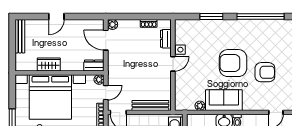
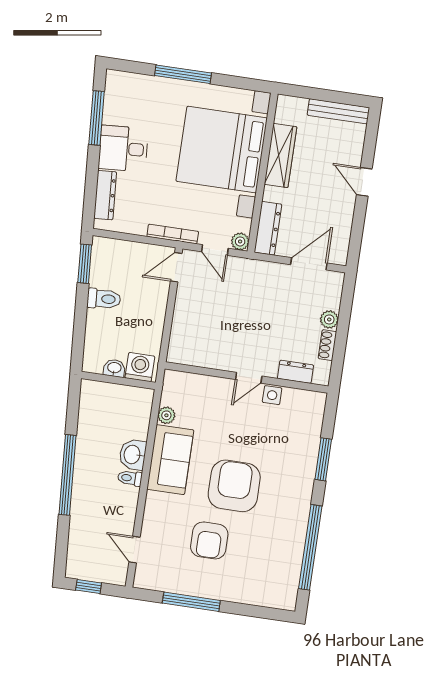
plant: (113, 25) -> (329, 319), moved
wardrobe: (49, 64) -> (280, 155), width x1.50
door: (173, 64) -> (249, 378), hinge flipped
dresser: (94, 65) -> (268, 228), width x1.44
bench: (150, 105) -> (180, 327), removed

